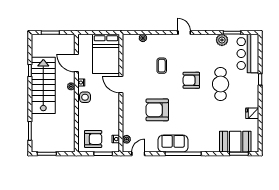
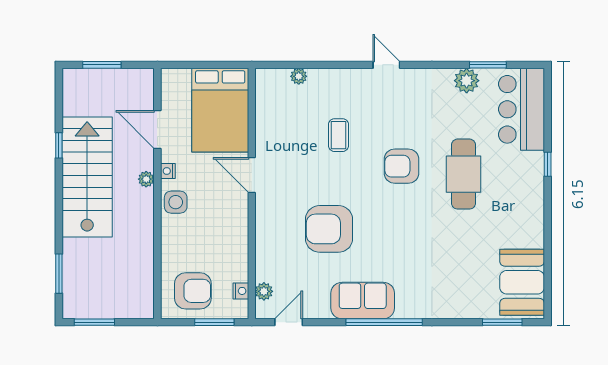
fridge: (252, 113) -> (531, 236), removed
booth: (235, 142) -> (522, 282), moved, turned 90

